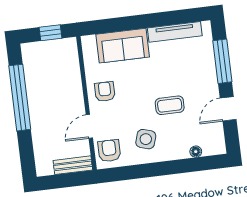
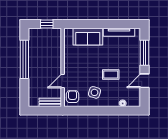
armchair: (105, 92) -> (74, 62), removed

